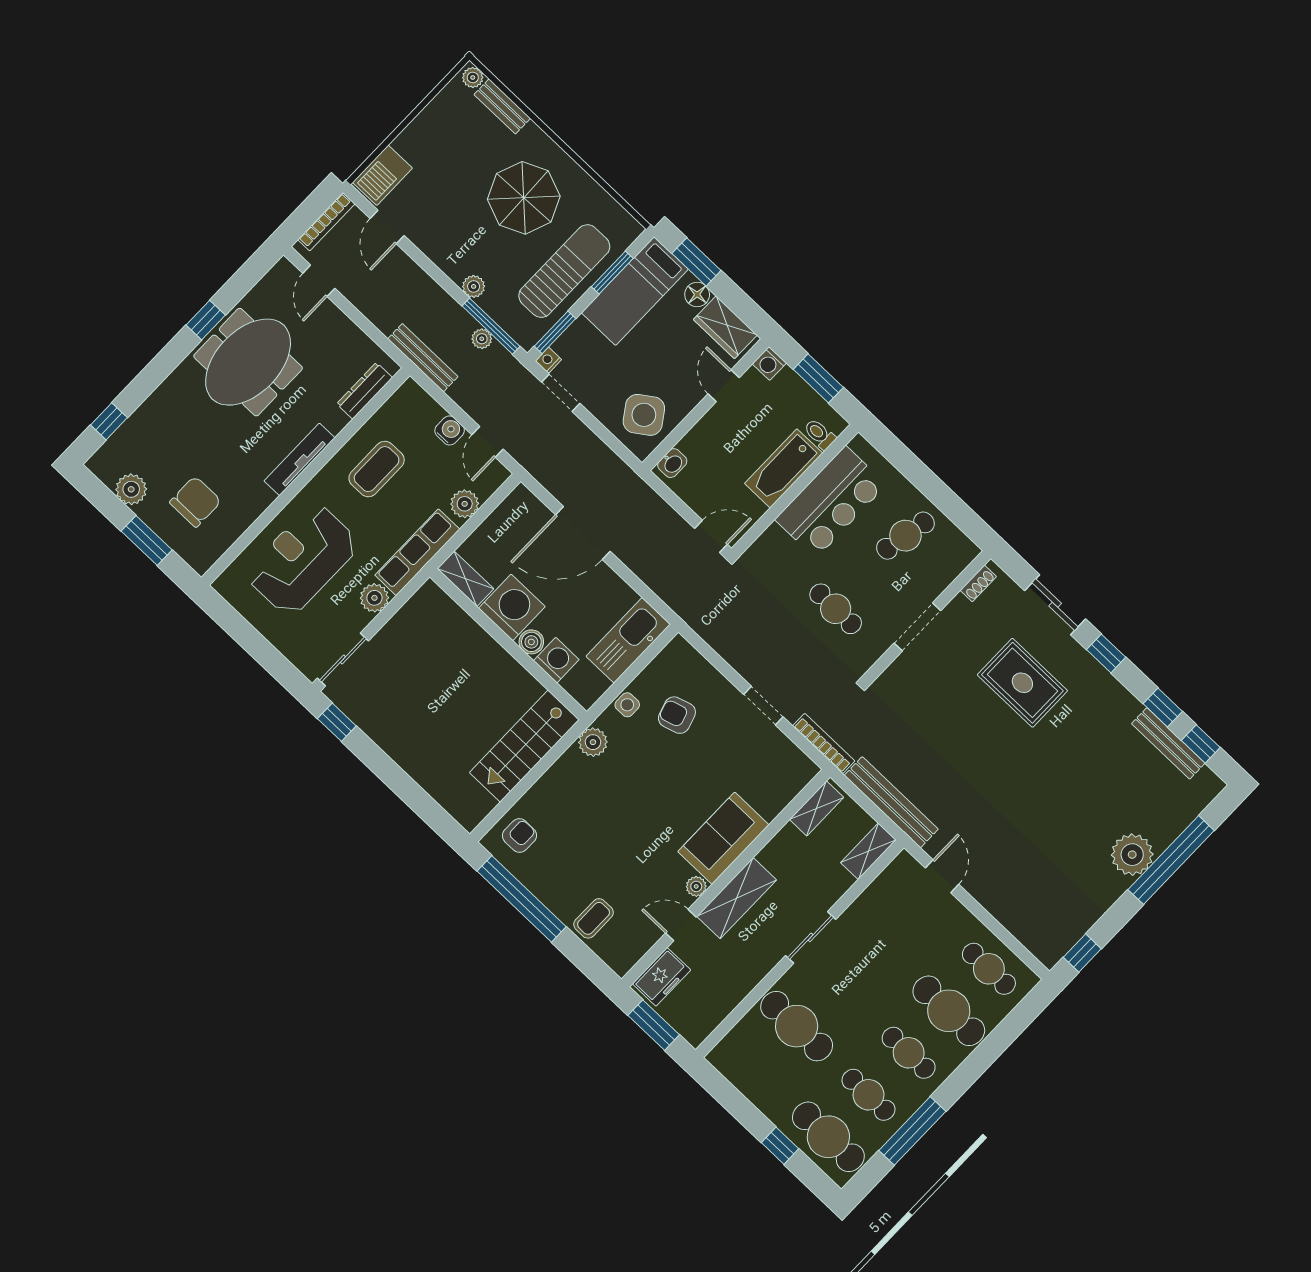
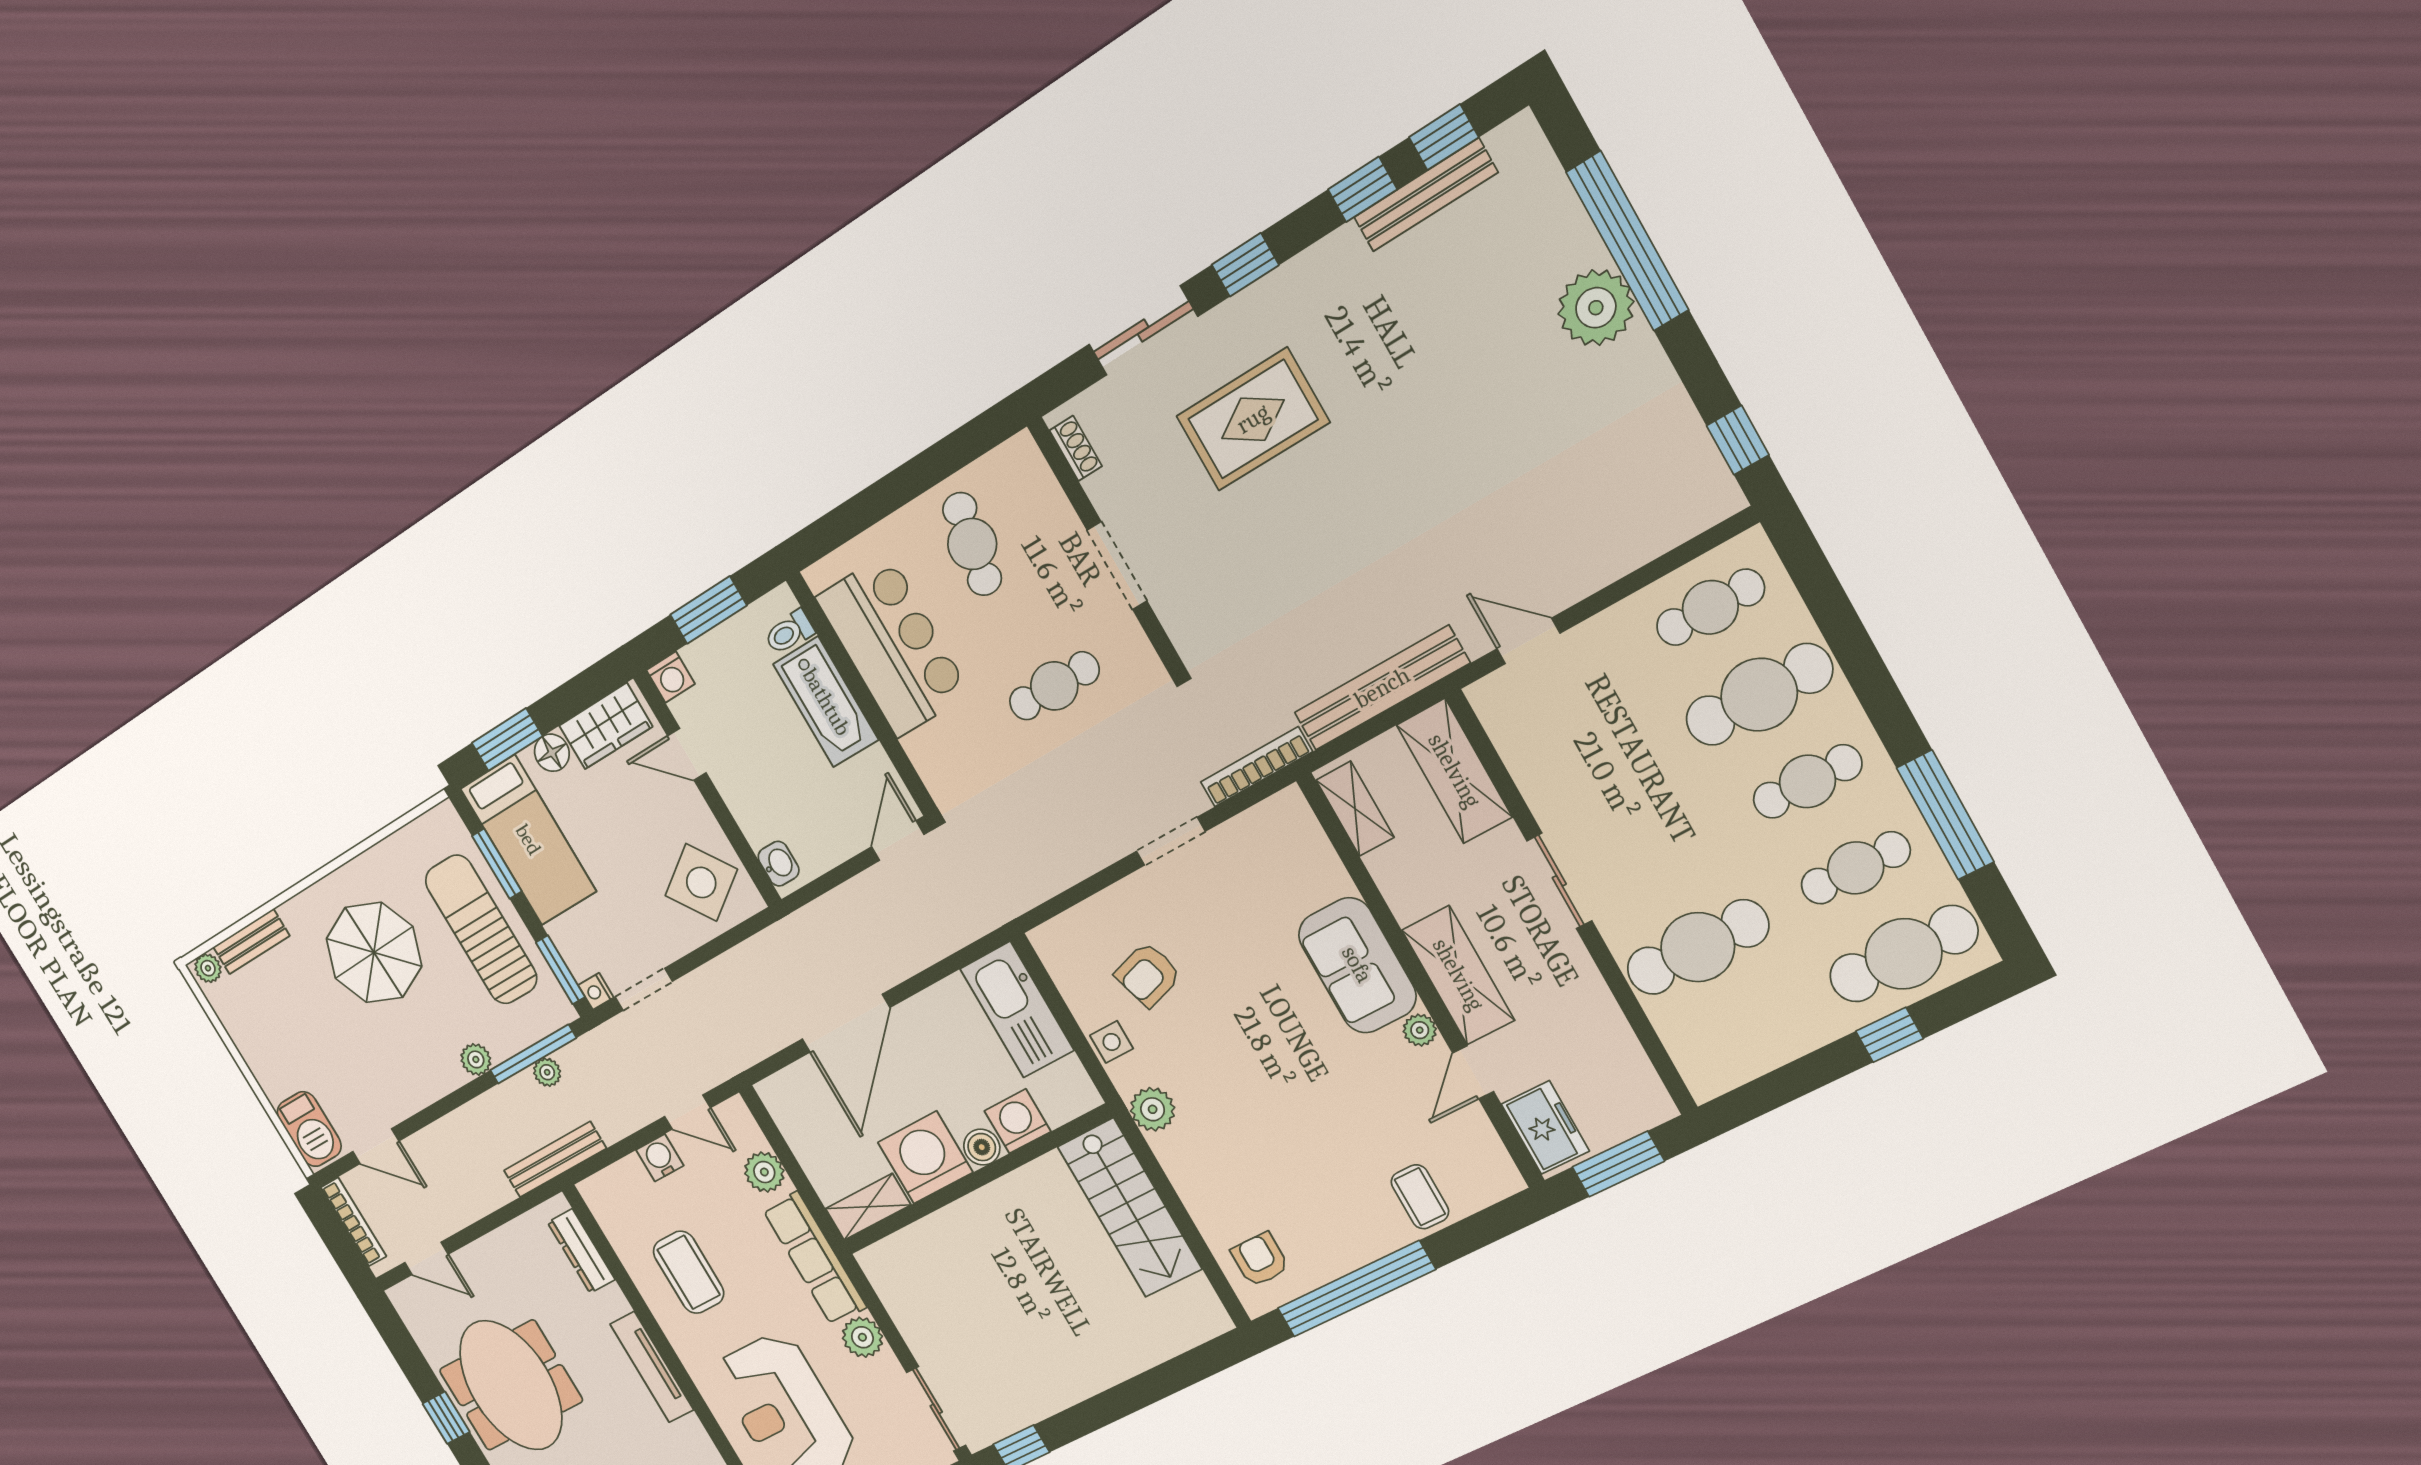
shelving: (868, 851) -> (1454, 771), width x1.50, depth x1.33

